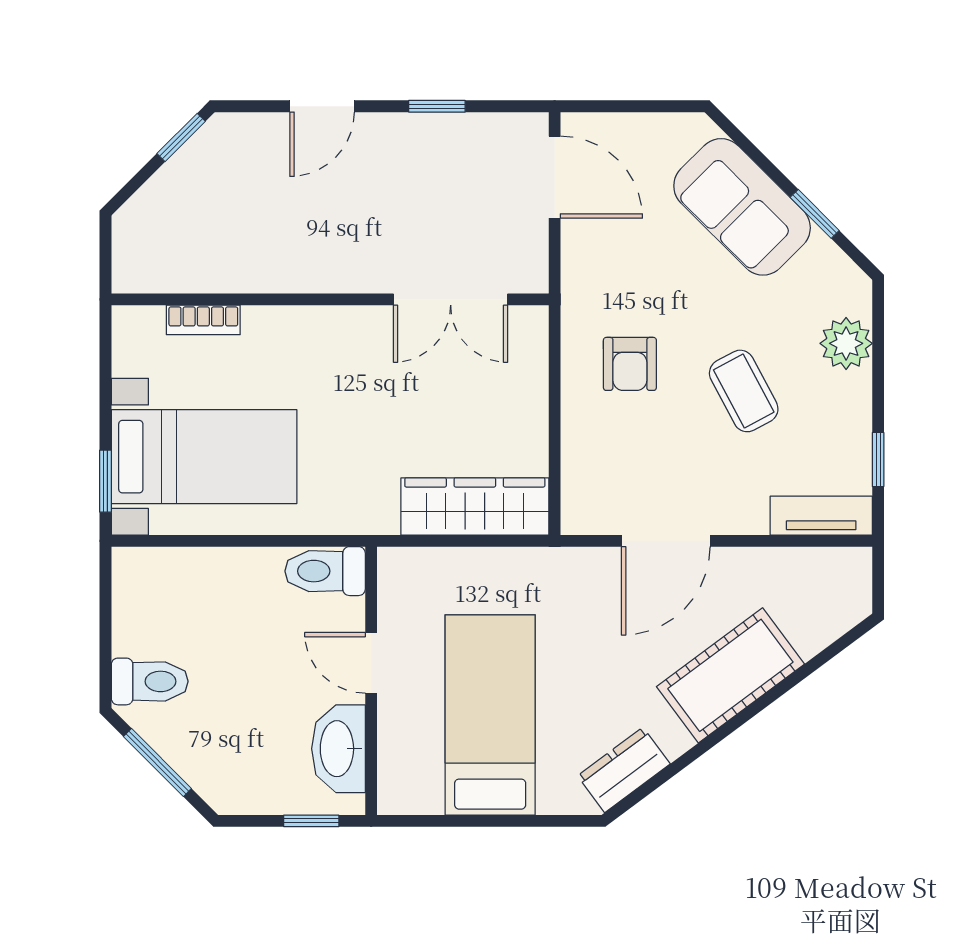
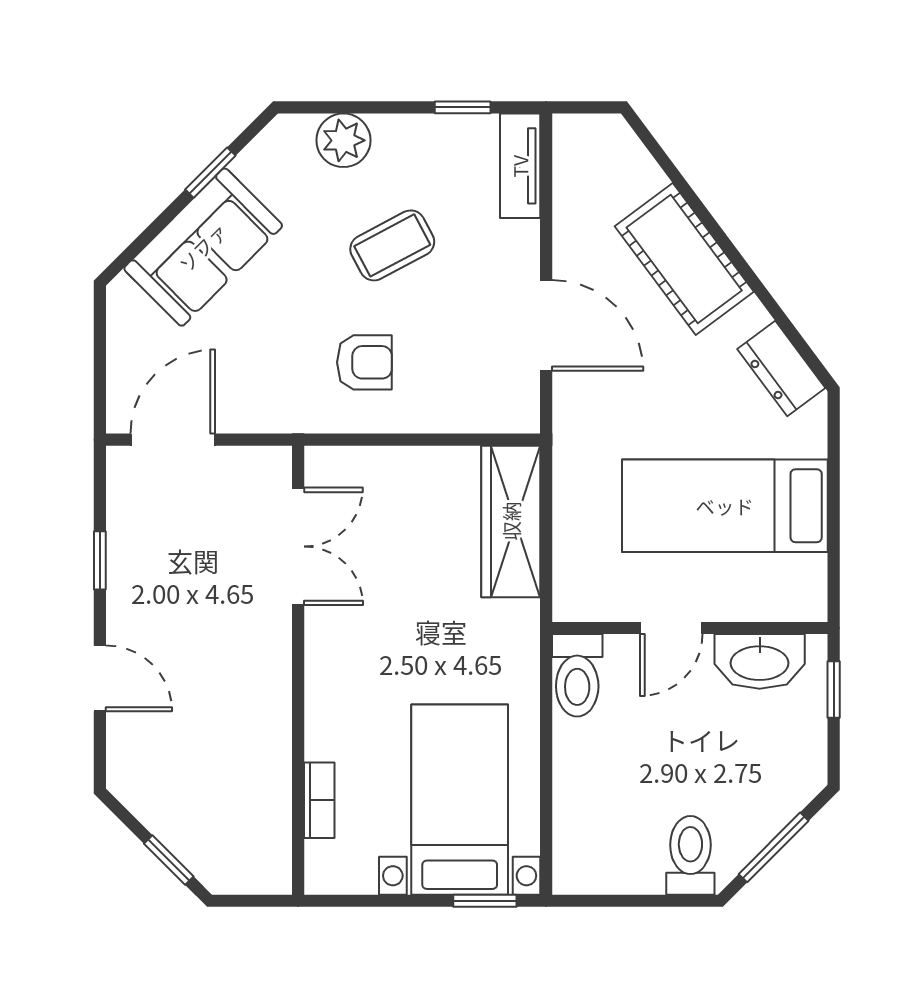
window: (181, 137) -> (169, 860), moved

